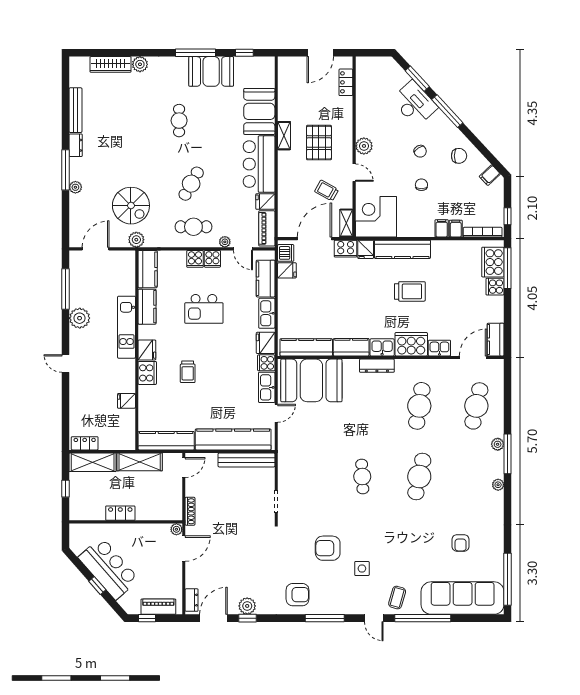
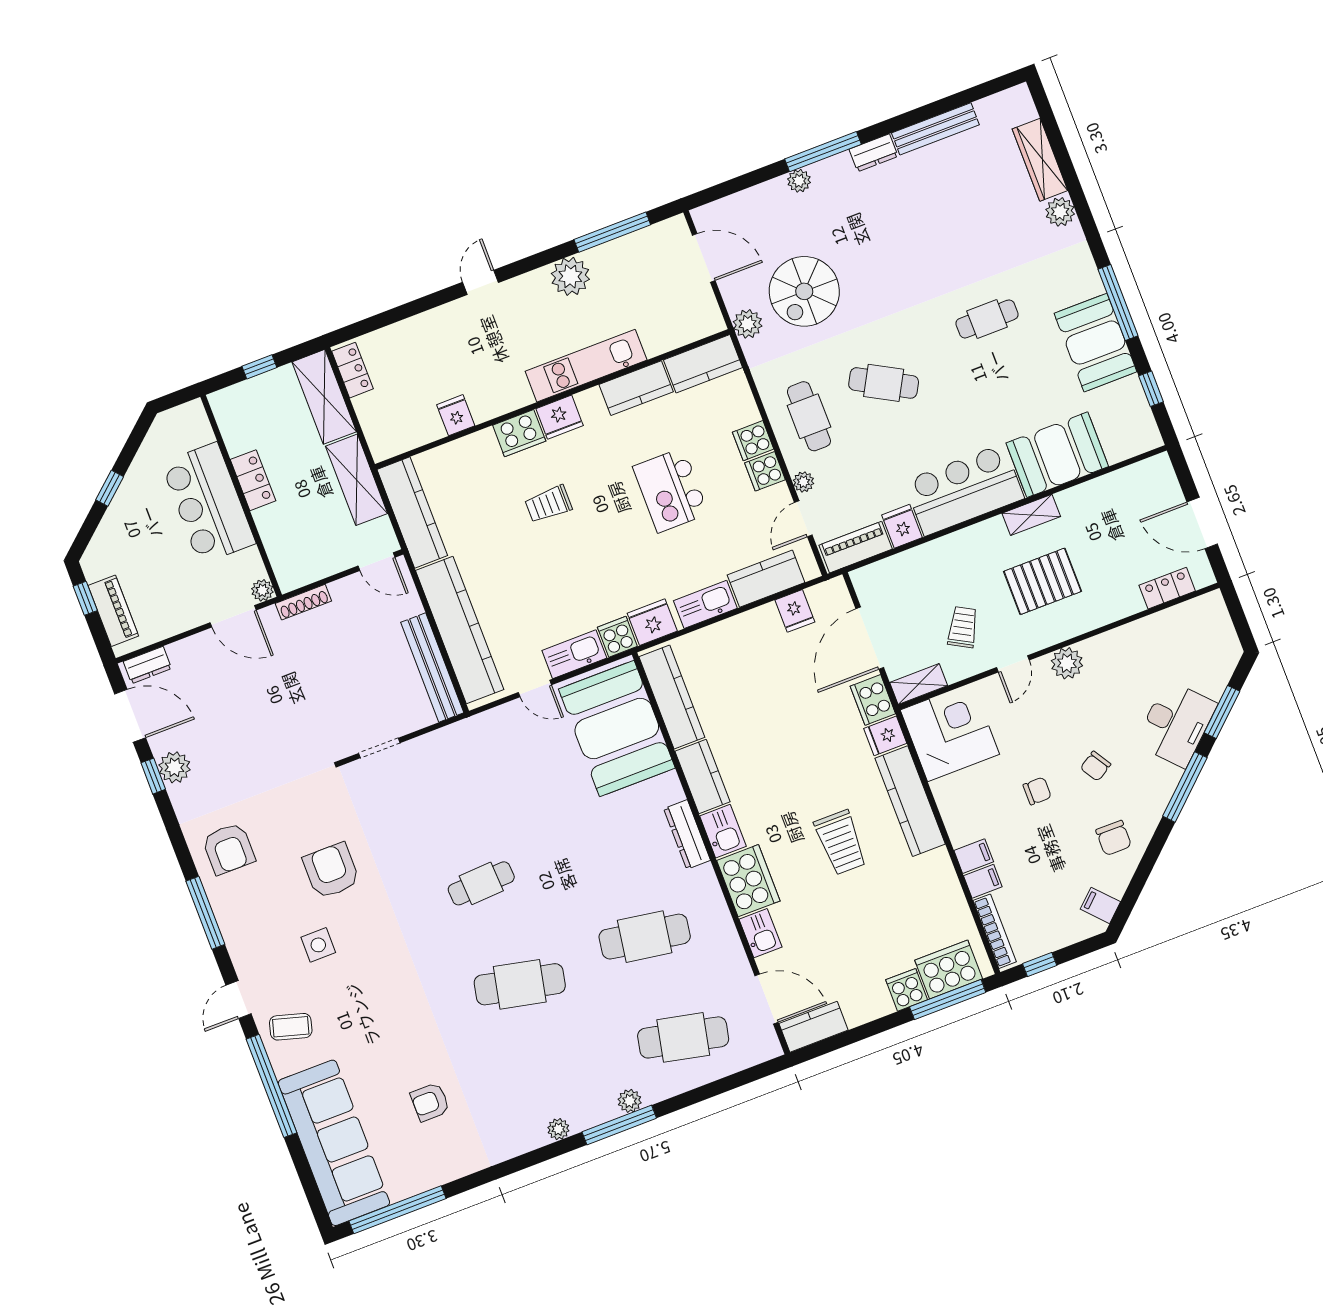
door: (314, 239) -> (870, 638), swing flipped
dishwasher: (286, 253) -> (825, 597), removed
bar counter: (109, 568) -> (208, 503), moved, turned 131

